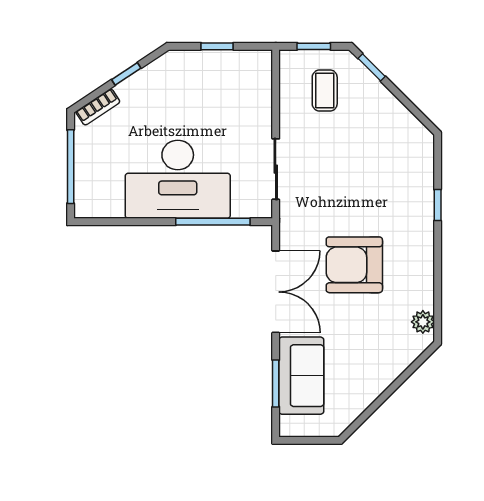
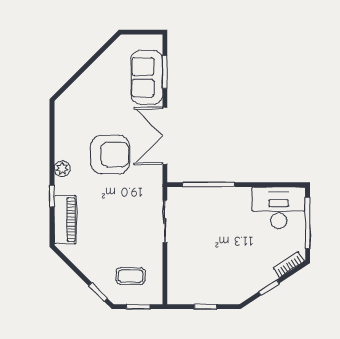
coffee table: (325, 91) -> (131, 276), turned 90
piano: (419, 171) -> (65, 220), added
desk: (178, 179) -> (279, 208), moved, width x0.73, depth x0.77
plant: (423, 322) -> (62, 169), moved

